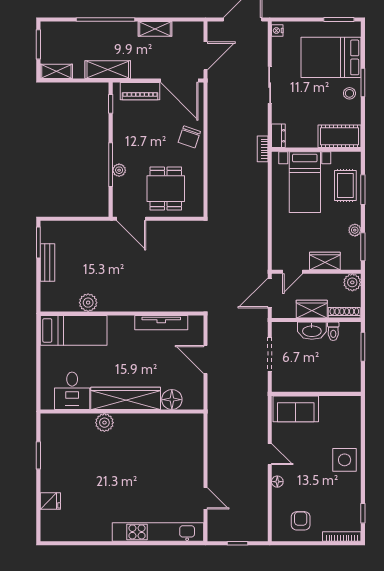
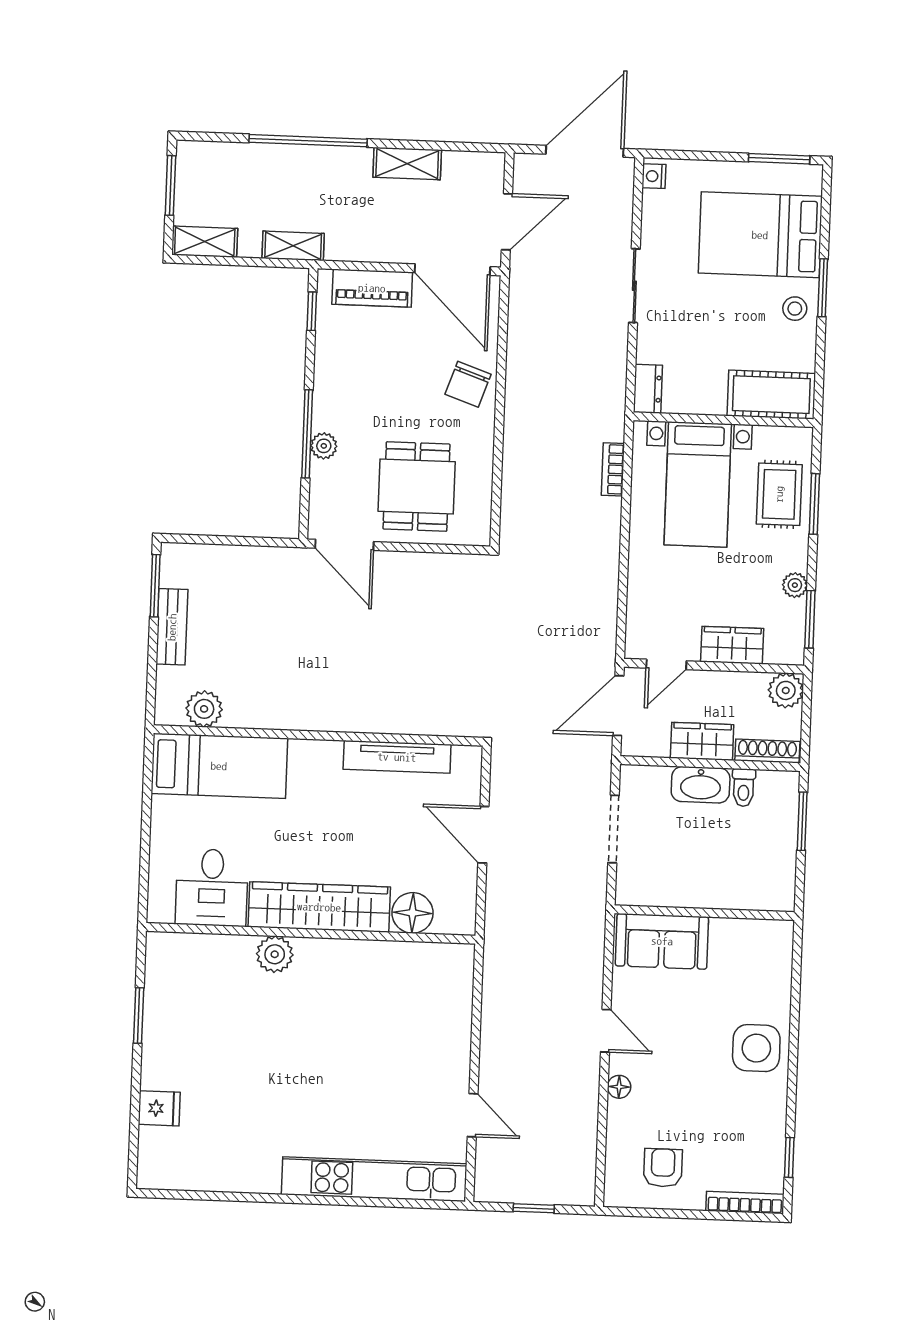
shelving: (108, 70) -> (293, 246), width x0.67, depth x0.75
bookcase: (263, 149) -> (613, 469), moved
plant: (88, 303) -> (204, 709), moved

